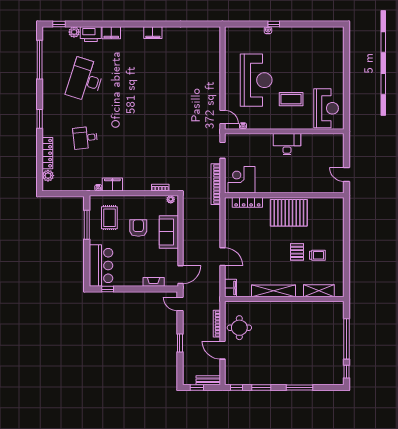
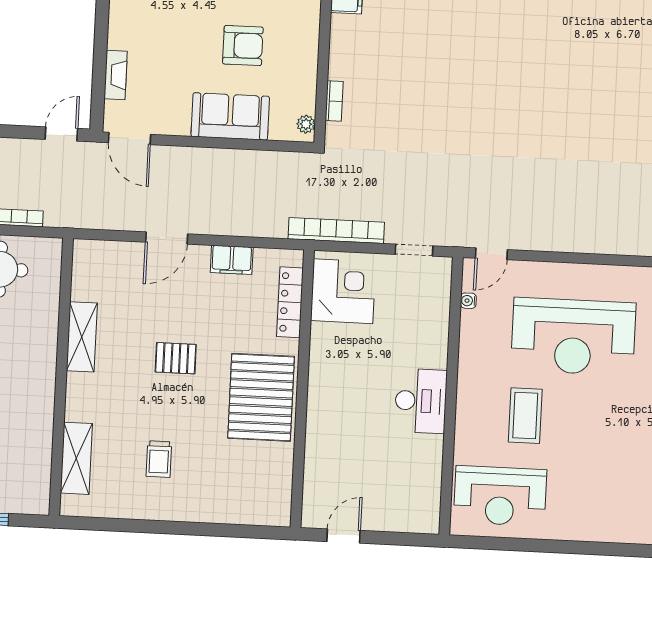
pallet: (297, 252) -> (176, 358), moved
filing cabinet: (230, 288) -> (232, 260), moved
shelving: (274, 291) -> (82, 337), width x0.68

